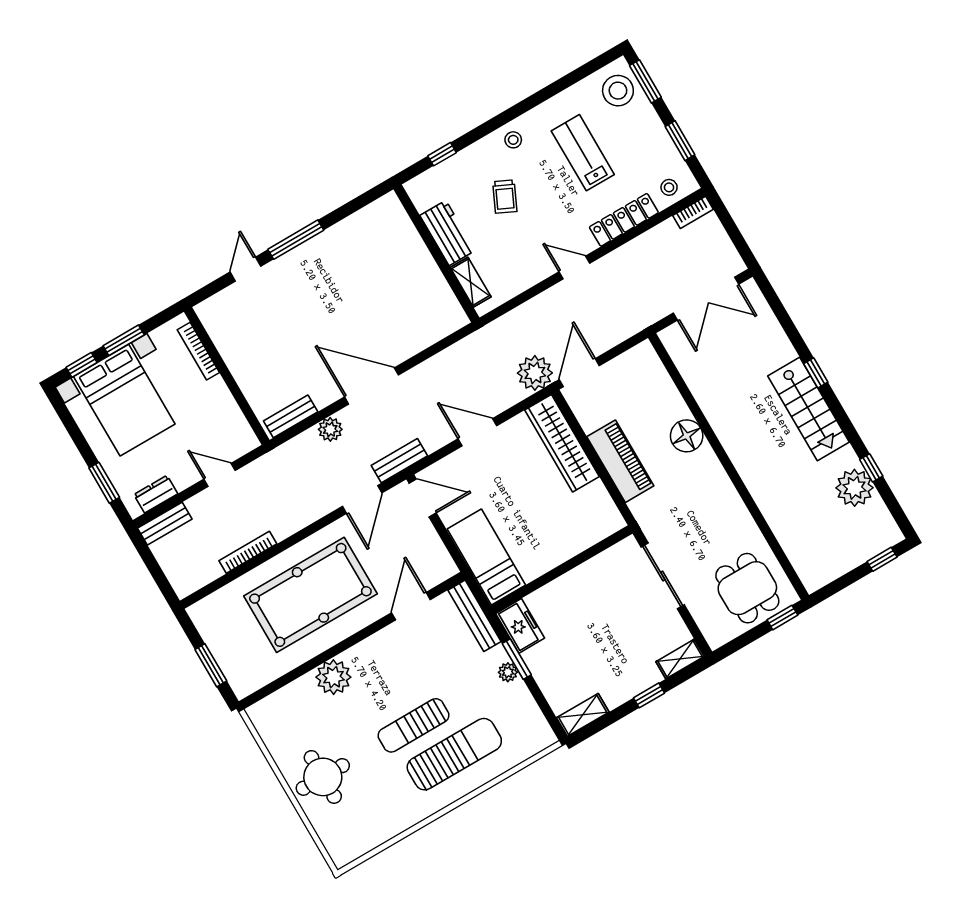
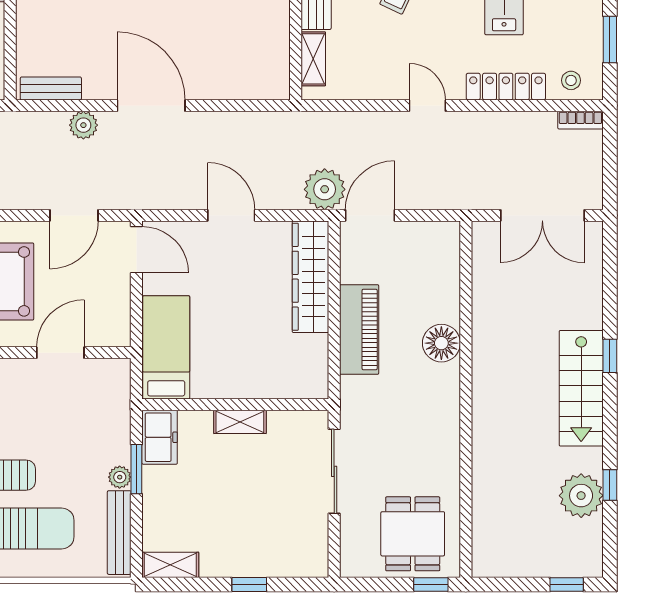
bench: (399, 461) -> (135, 198), removed
bench: (474, 616) -> (119, 533), moved
shelving: (680, 659) -> (240, 422), moved

